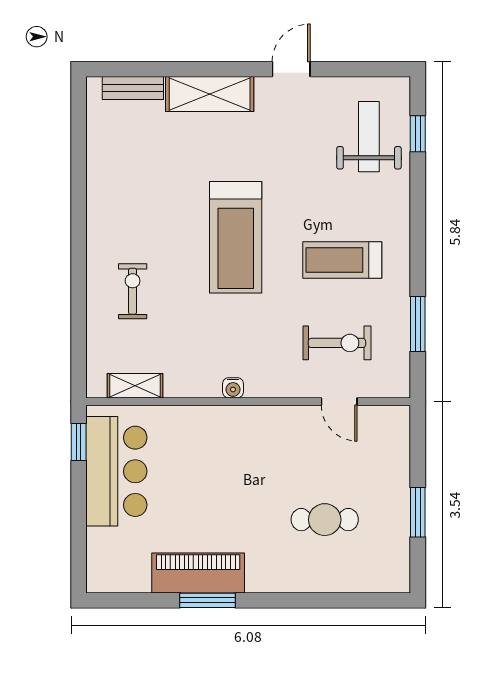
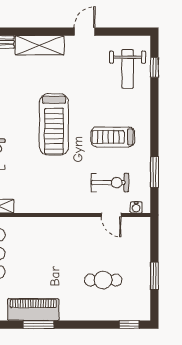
weight bench: (369, 137) -> (128, 69), turned 180
water cooler: (233, 388) -> (136, 207), moved
window: (372, 600) -> (129, 325), added

